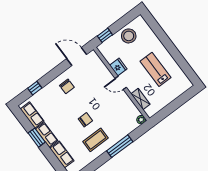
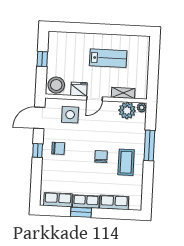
window: (105, 35) -> (42, 59), moved
stool: (129, 36) -> (56, 85), moved
lab bench: (155, 69) -> (108, 58), turned 180
side table: (96, 76) -> (70, 115), added
window: (35, 88) -> (38, 151), moved
plant: (131, 112) -> (127, 111), added

